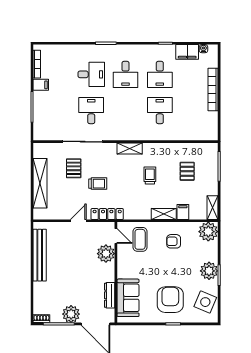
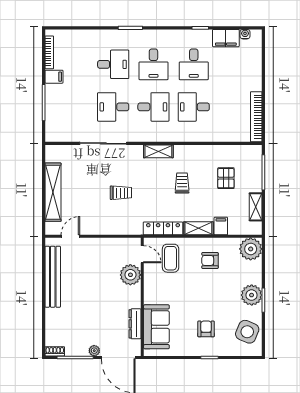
bookcase: (213, 90) -> (256, 117), moved
desk: (91, 111) -> (113, 107), turned -90
desk: (126, 111) -> (153, 107), added
desk: (160, 111) -> (194, 107), turned -90
pallet: (74, 168) -> (93, 175), removed
shelving: (212, 208) -> (256, 207), moved
locker: (107, 214) -> (163, 228), moved
door: (78, 221) -> (70, 236), moved
armchair: (170, 300) -> (206, 329), width x0.53, depth x0.53
plant: (71, 314) -> (94, 351), width x0.53, depth x0.53

